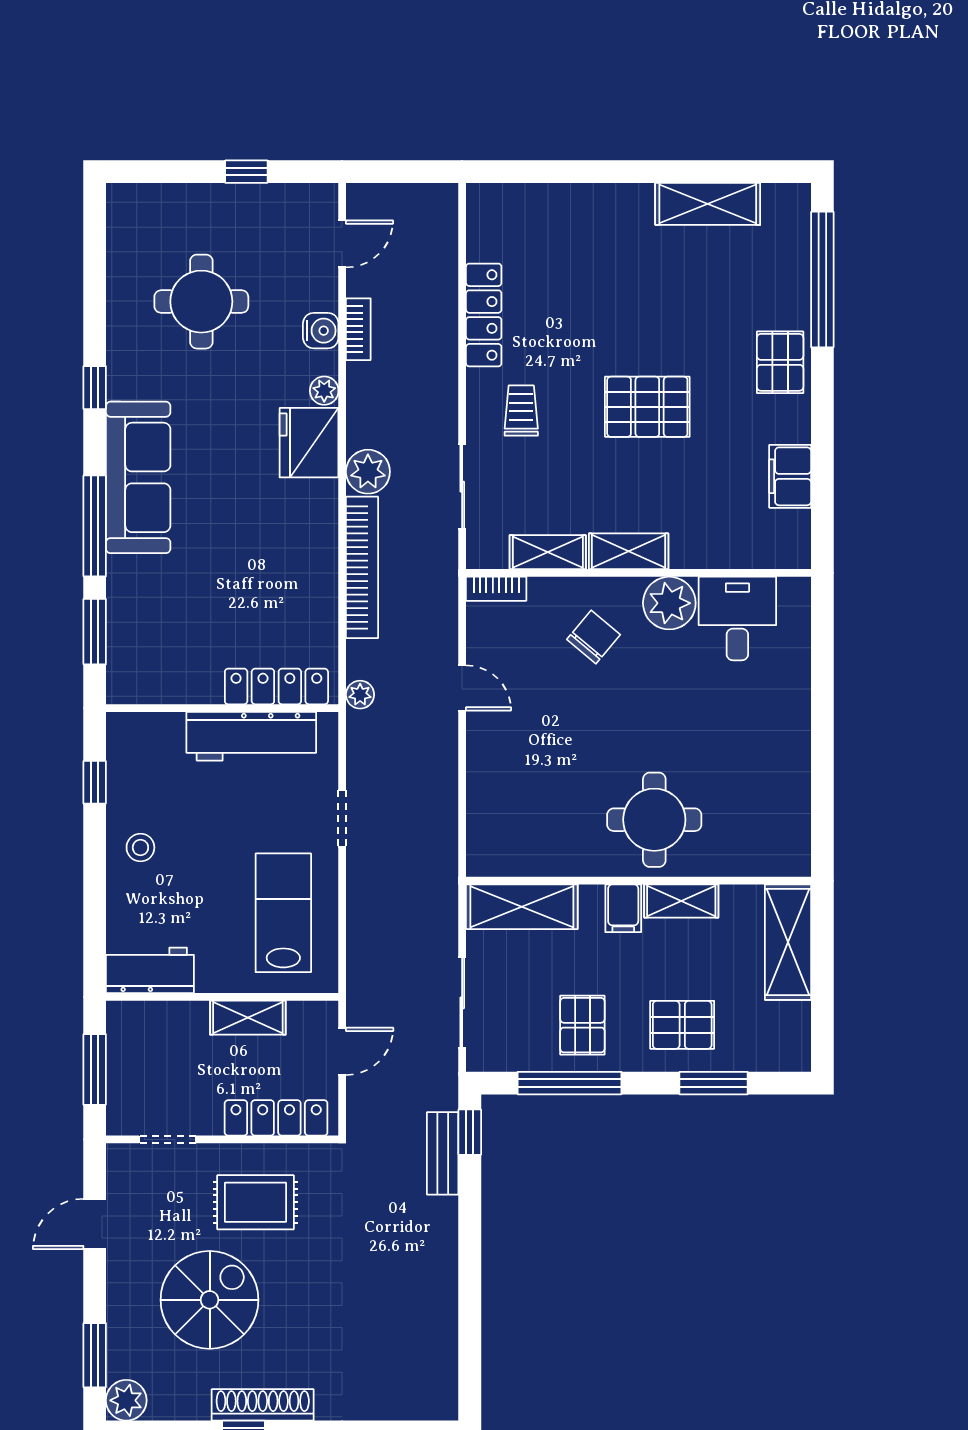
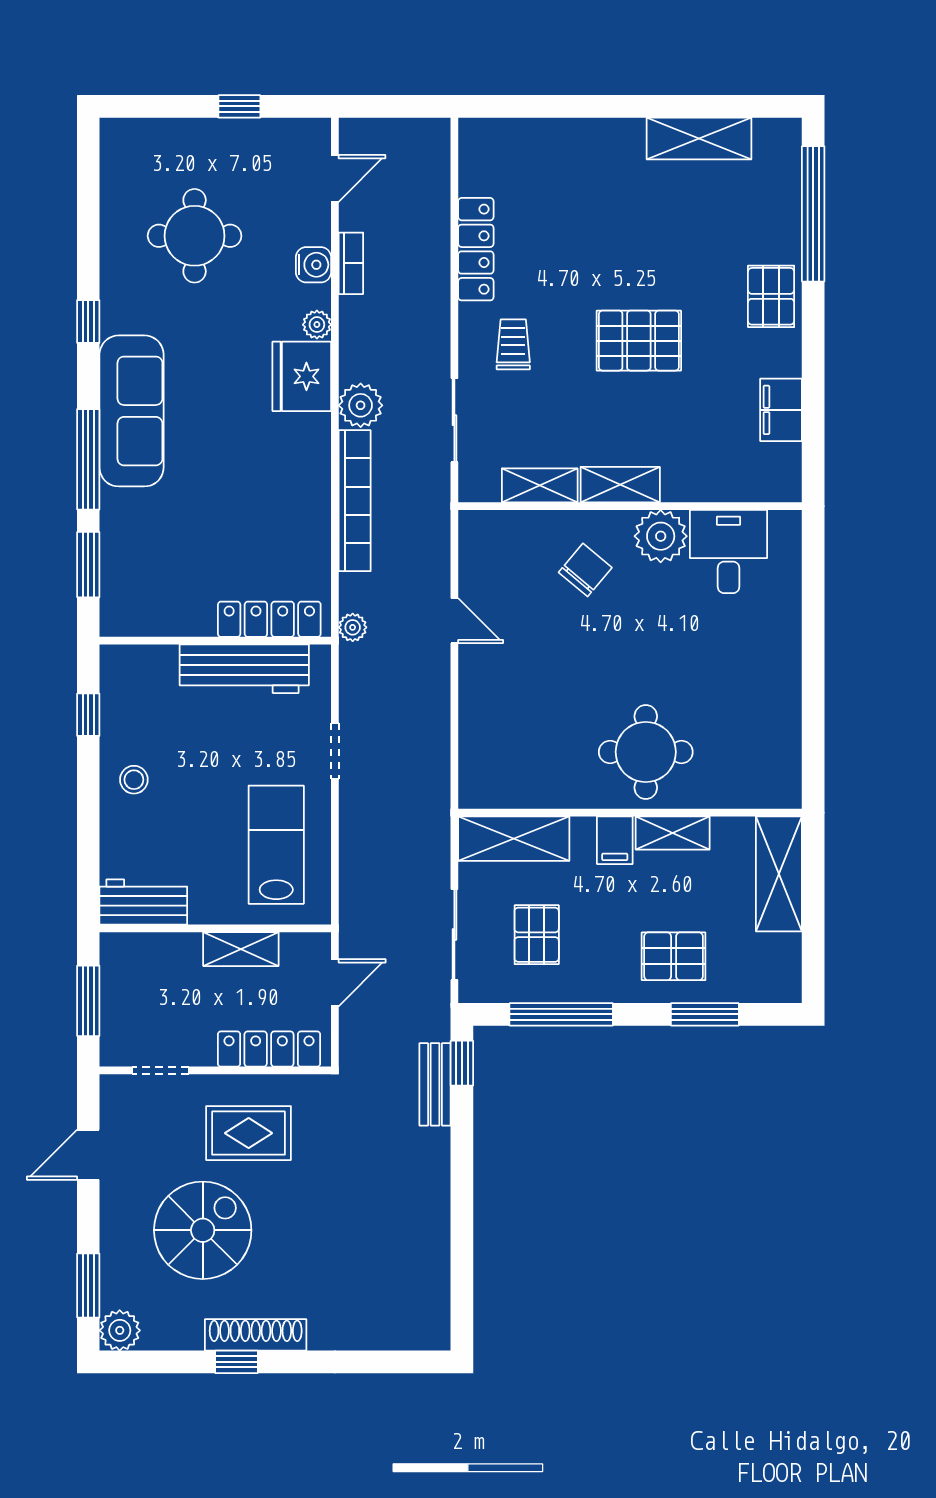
bookcase: (496, 589) -> (488, 522), removed
pallet: (582, 1025) -> (537, 935), moved

